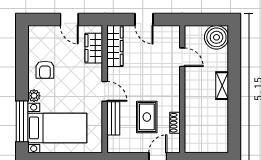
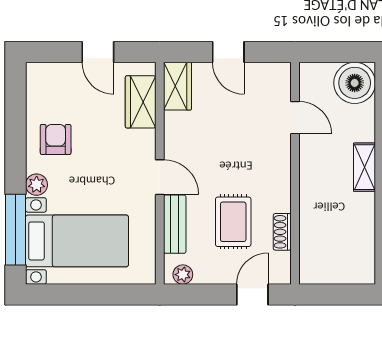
wardrobe: (115, 46) -> (177, 86), width x0.67
armchair: (45, 70) -> (56, 139), turned 180
plant: (118, 147) -> (183, 275), added

